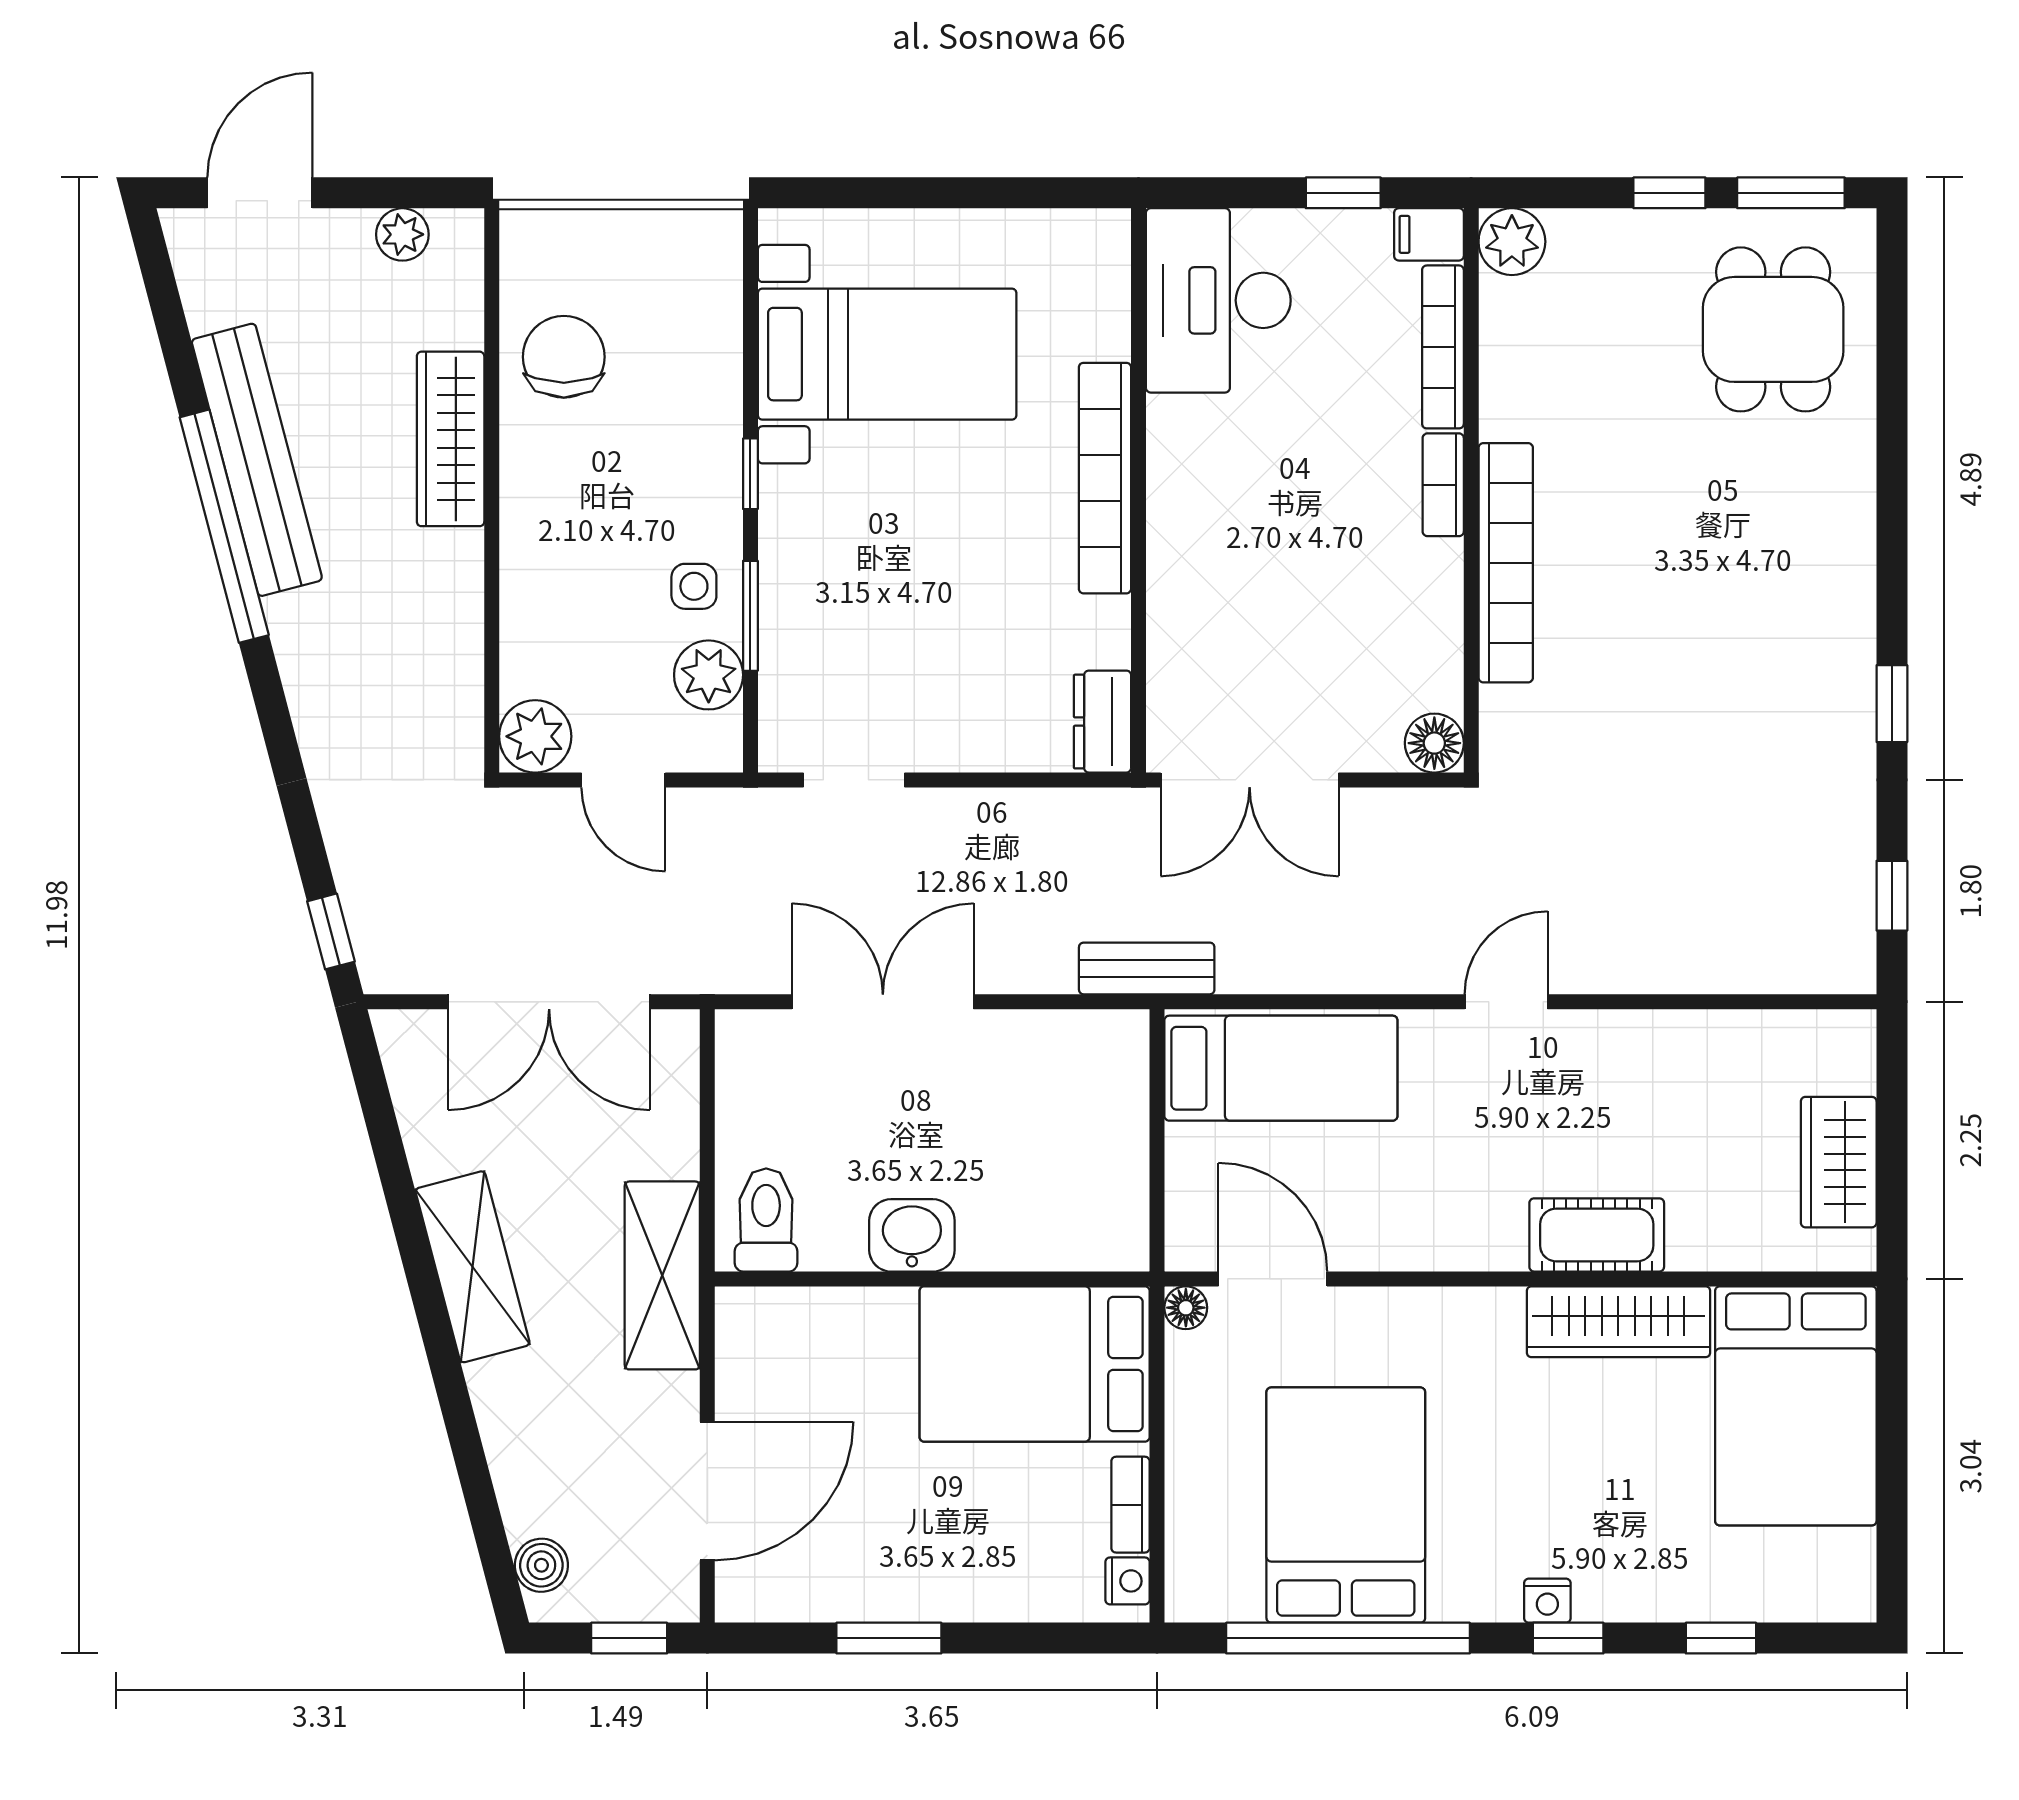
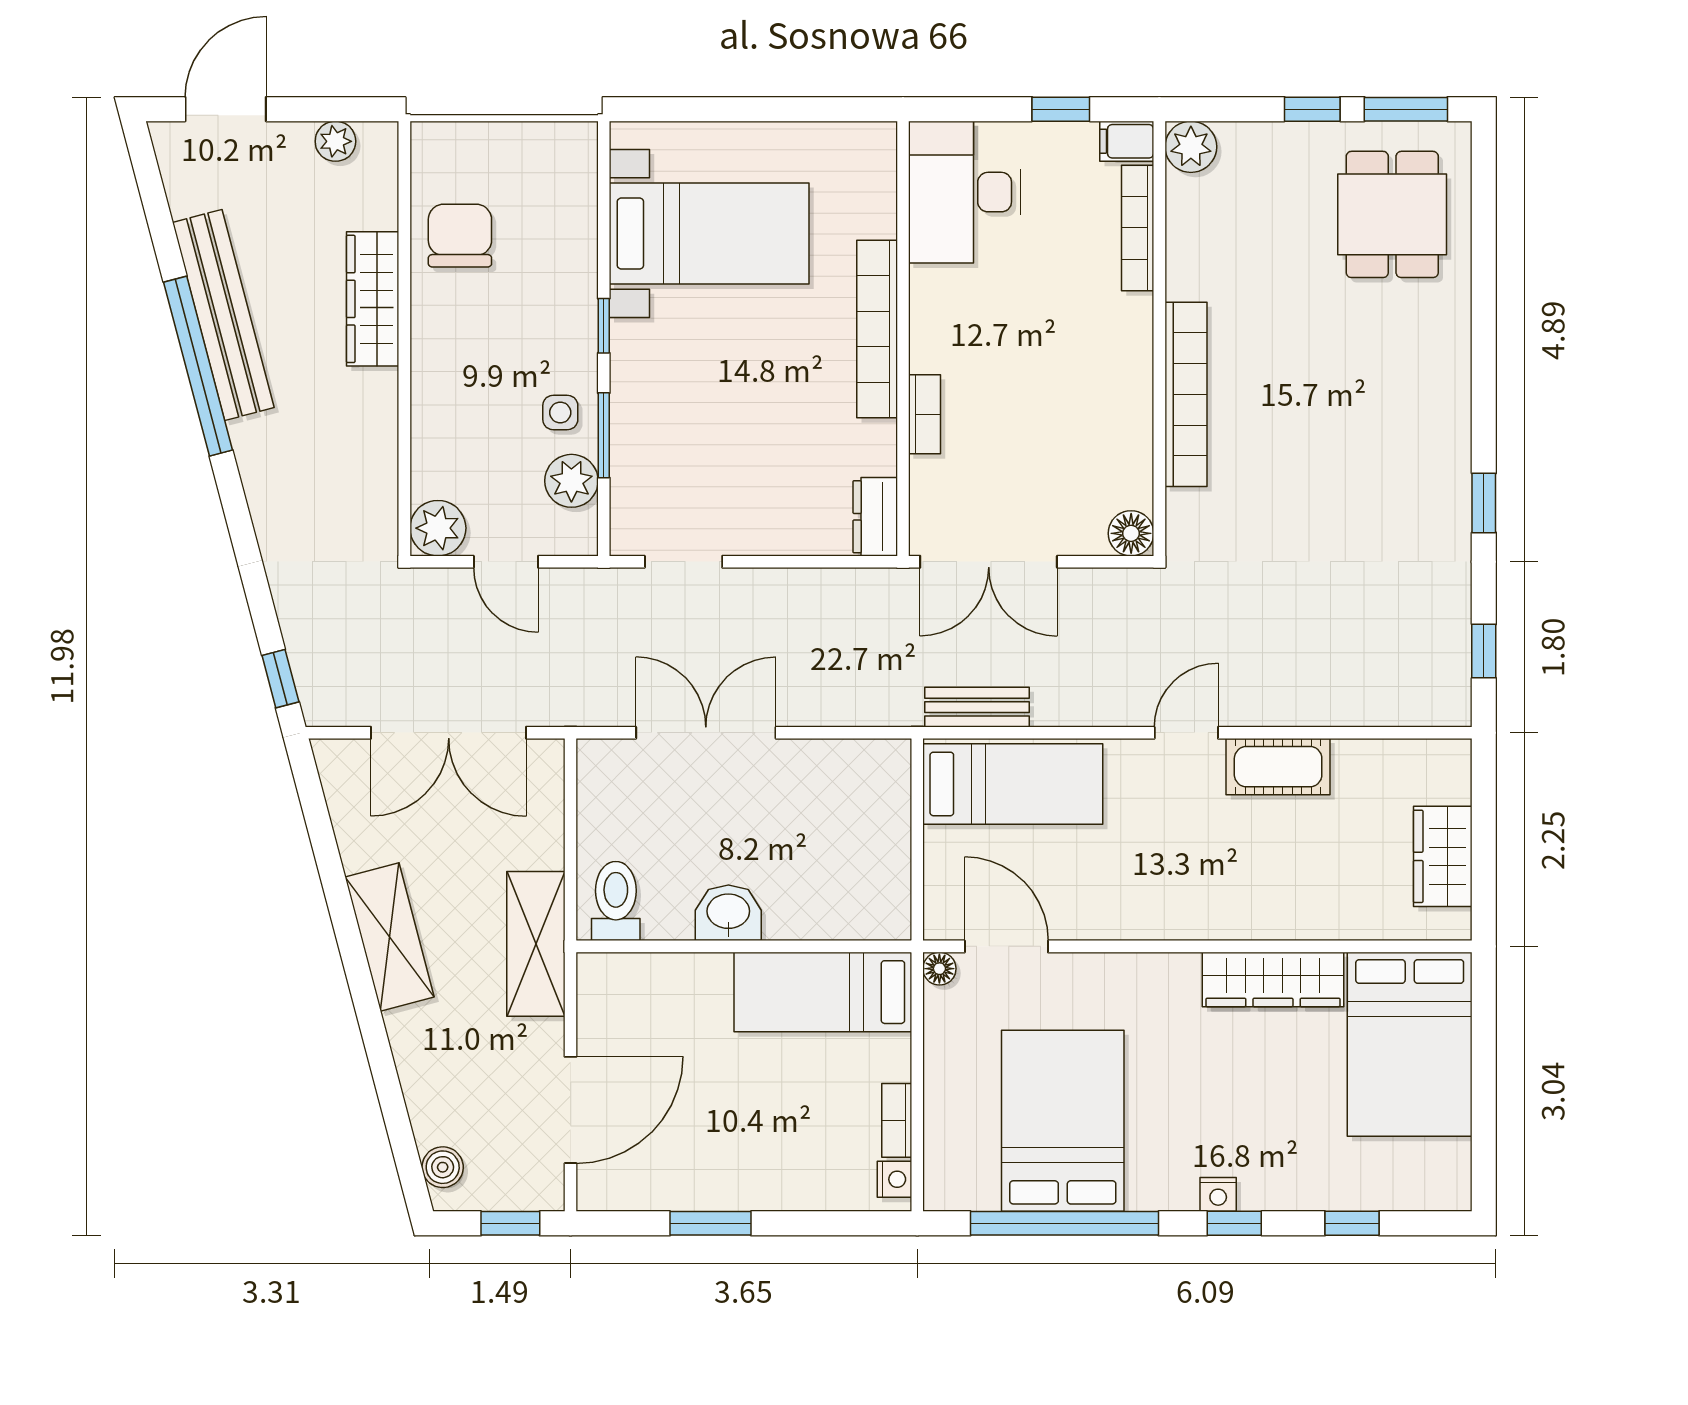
bookcase: (1443, 485) -> (925, 414), moved, turned 180
bench: (1147, 968) -> (977, 707), moved
cot: (1597, 1235) -> (1278, 767), moved
bed: (1035, 1364) -> (823, 992), width x0.67

